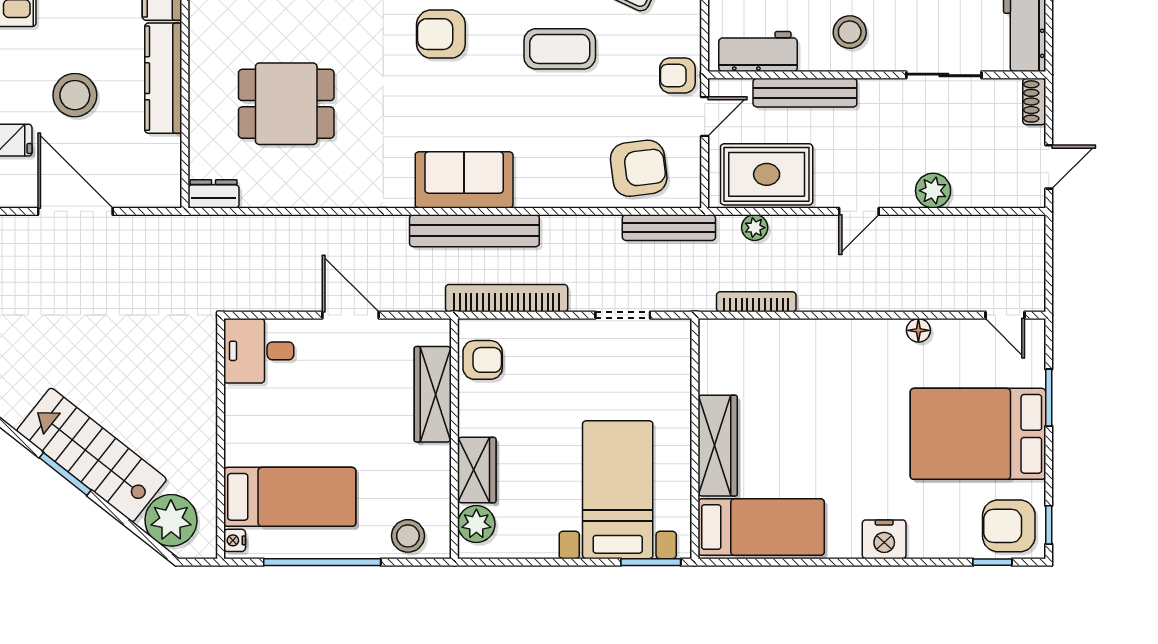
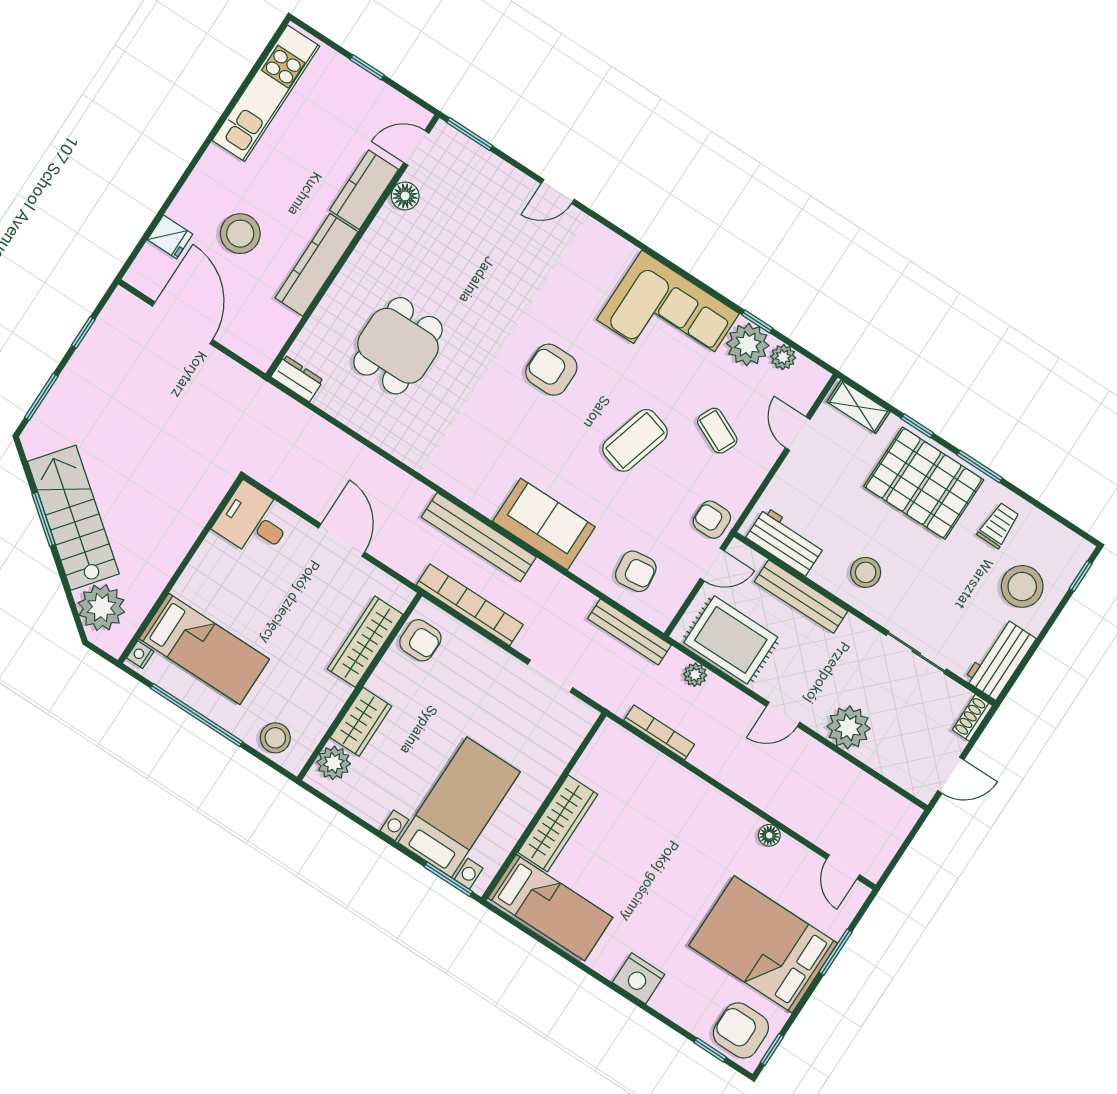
coffee table: (560, 49) -> (635, 440), turned -74
dining table: (286, 104) -> (398, 346), turned 90
armchair: (639, 168) -> (636, 571), width x0.72, depth x0.72
sofa: (464, 180) -> (544, 524), moved
plant: (933, 191) -> (849, 727), width x1.36, depth x1.36

